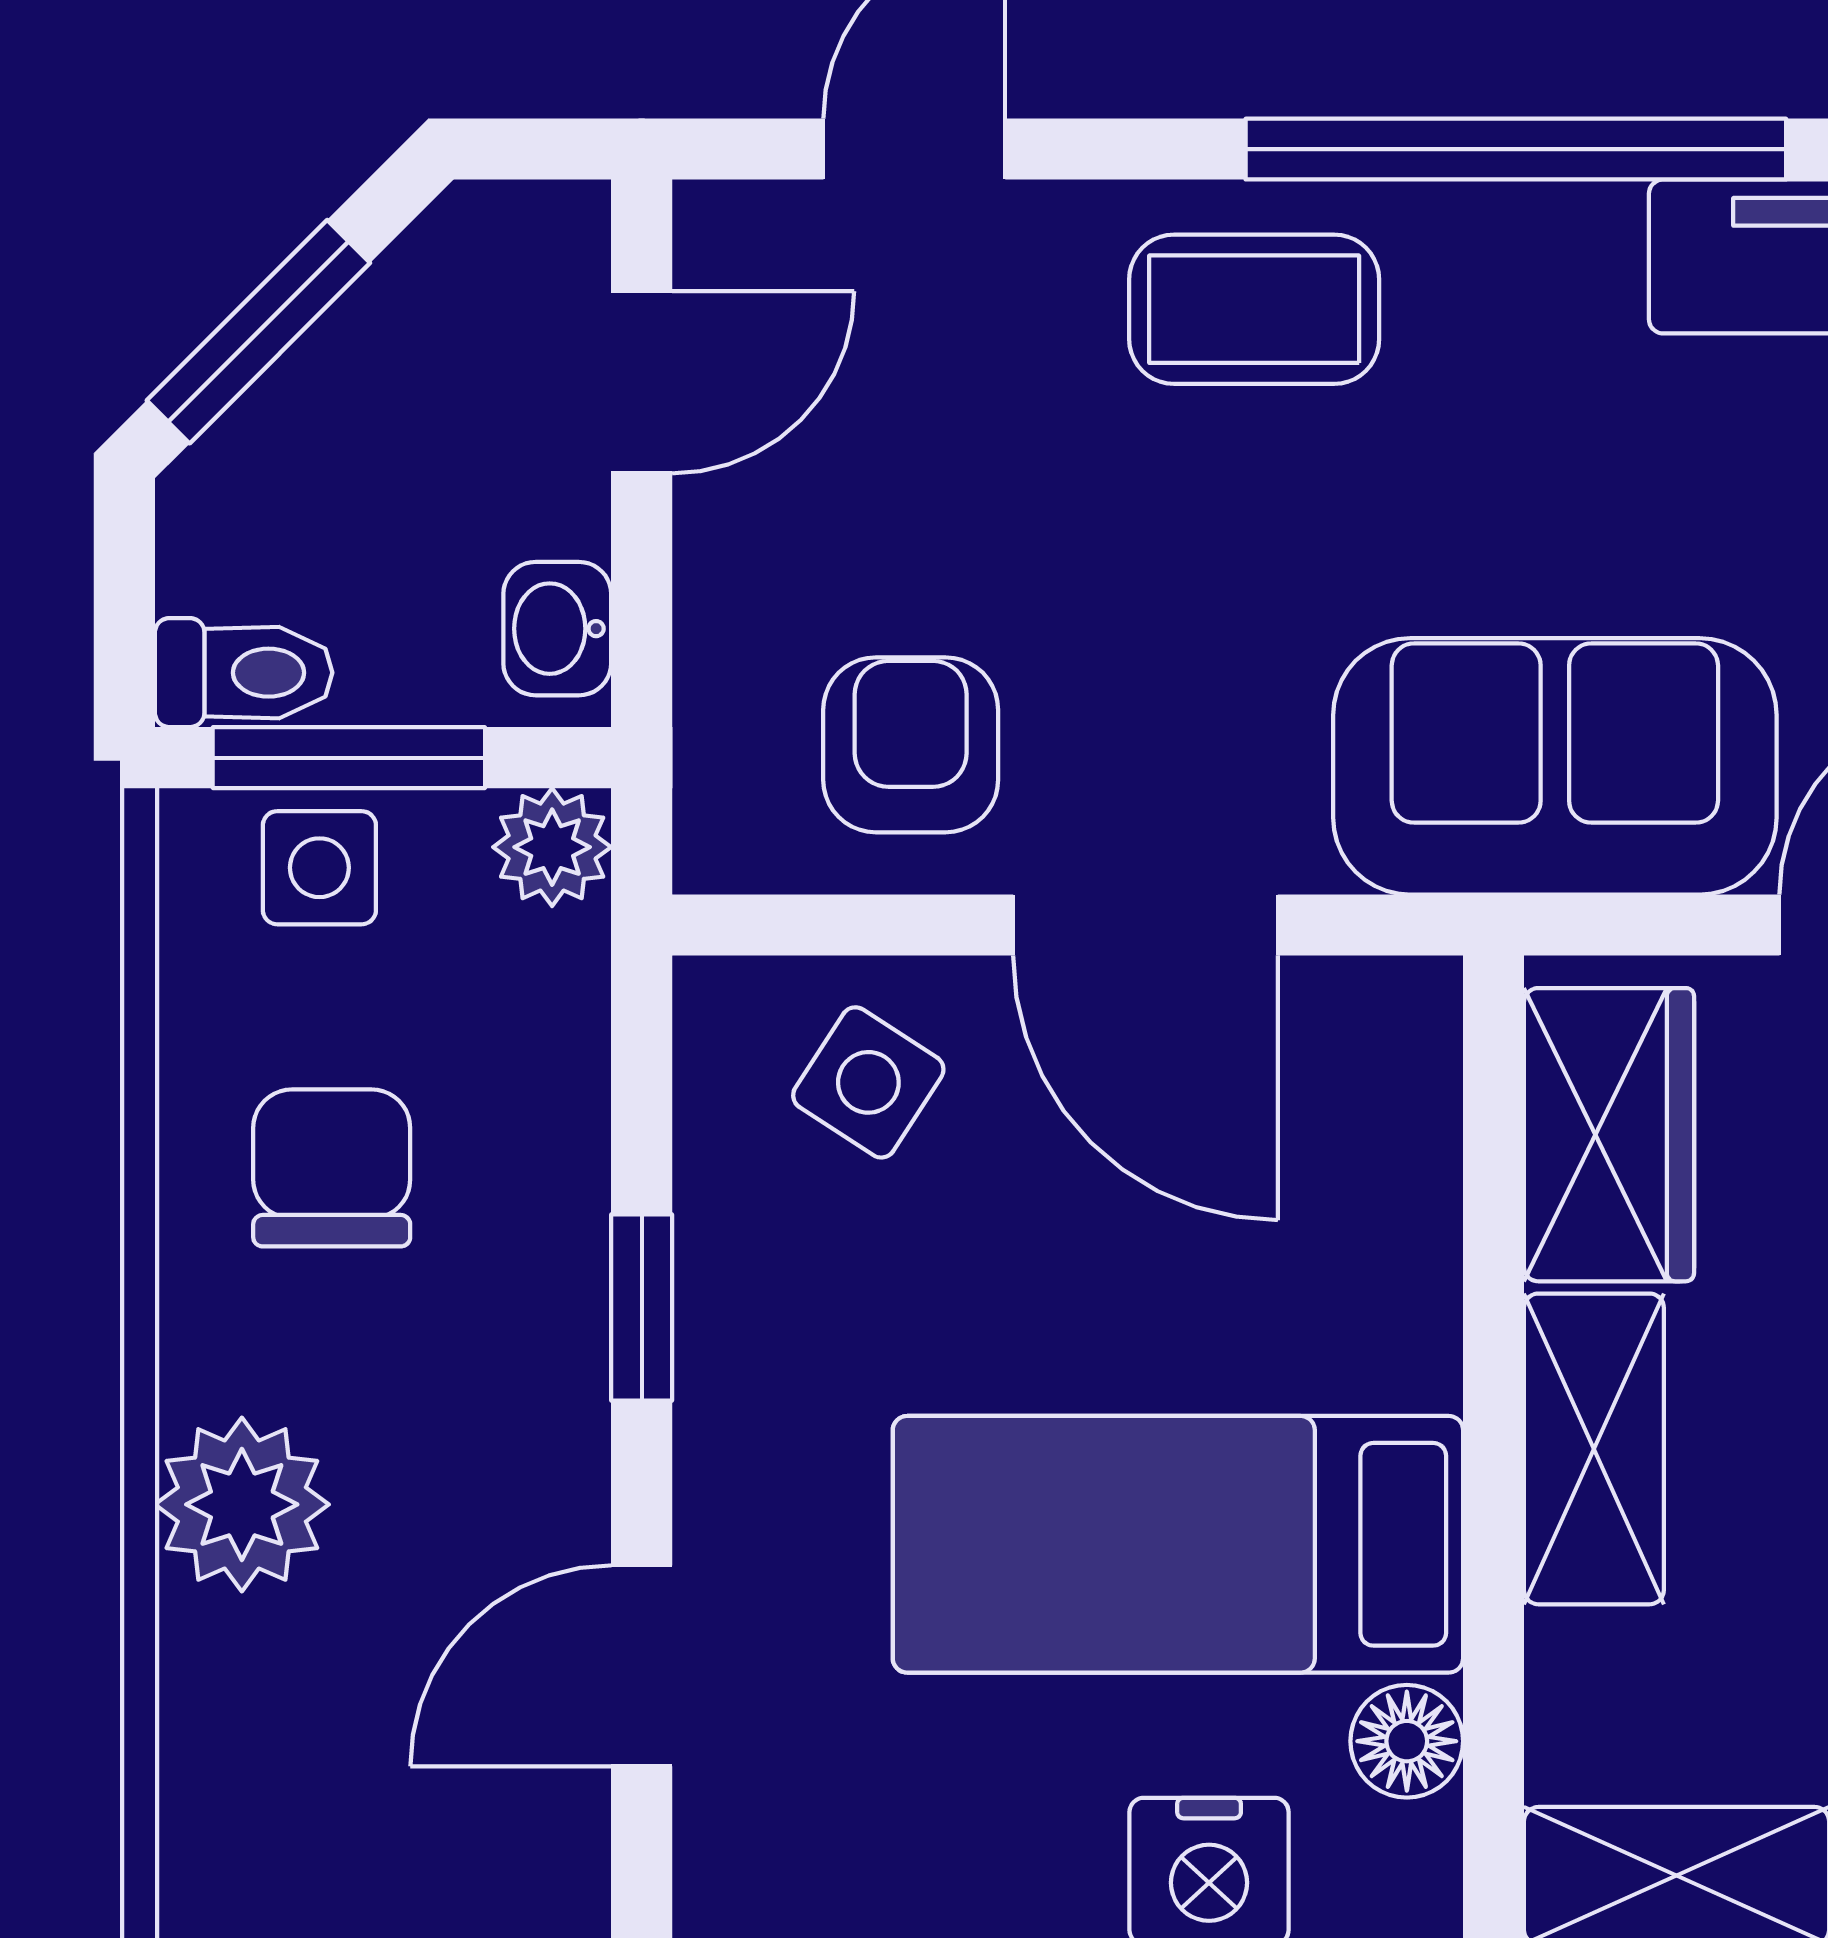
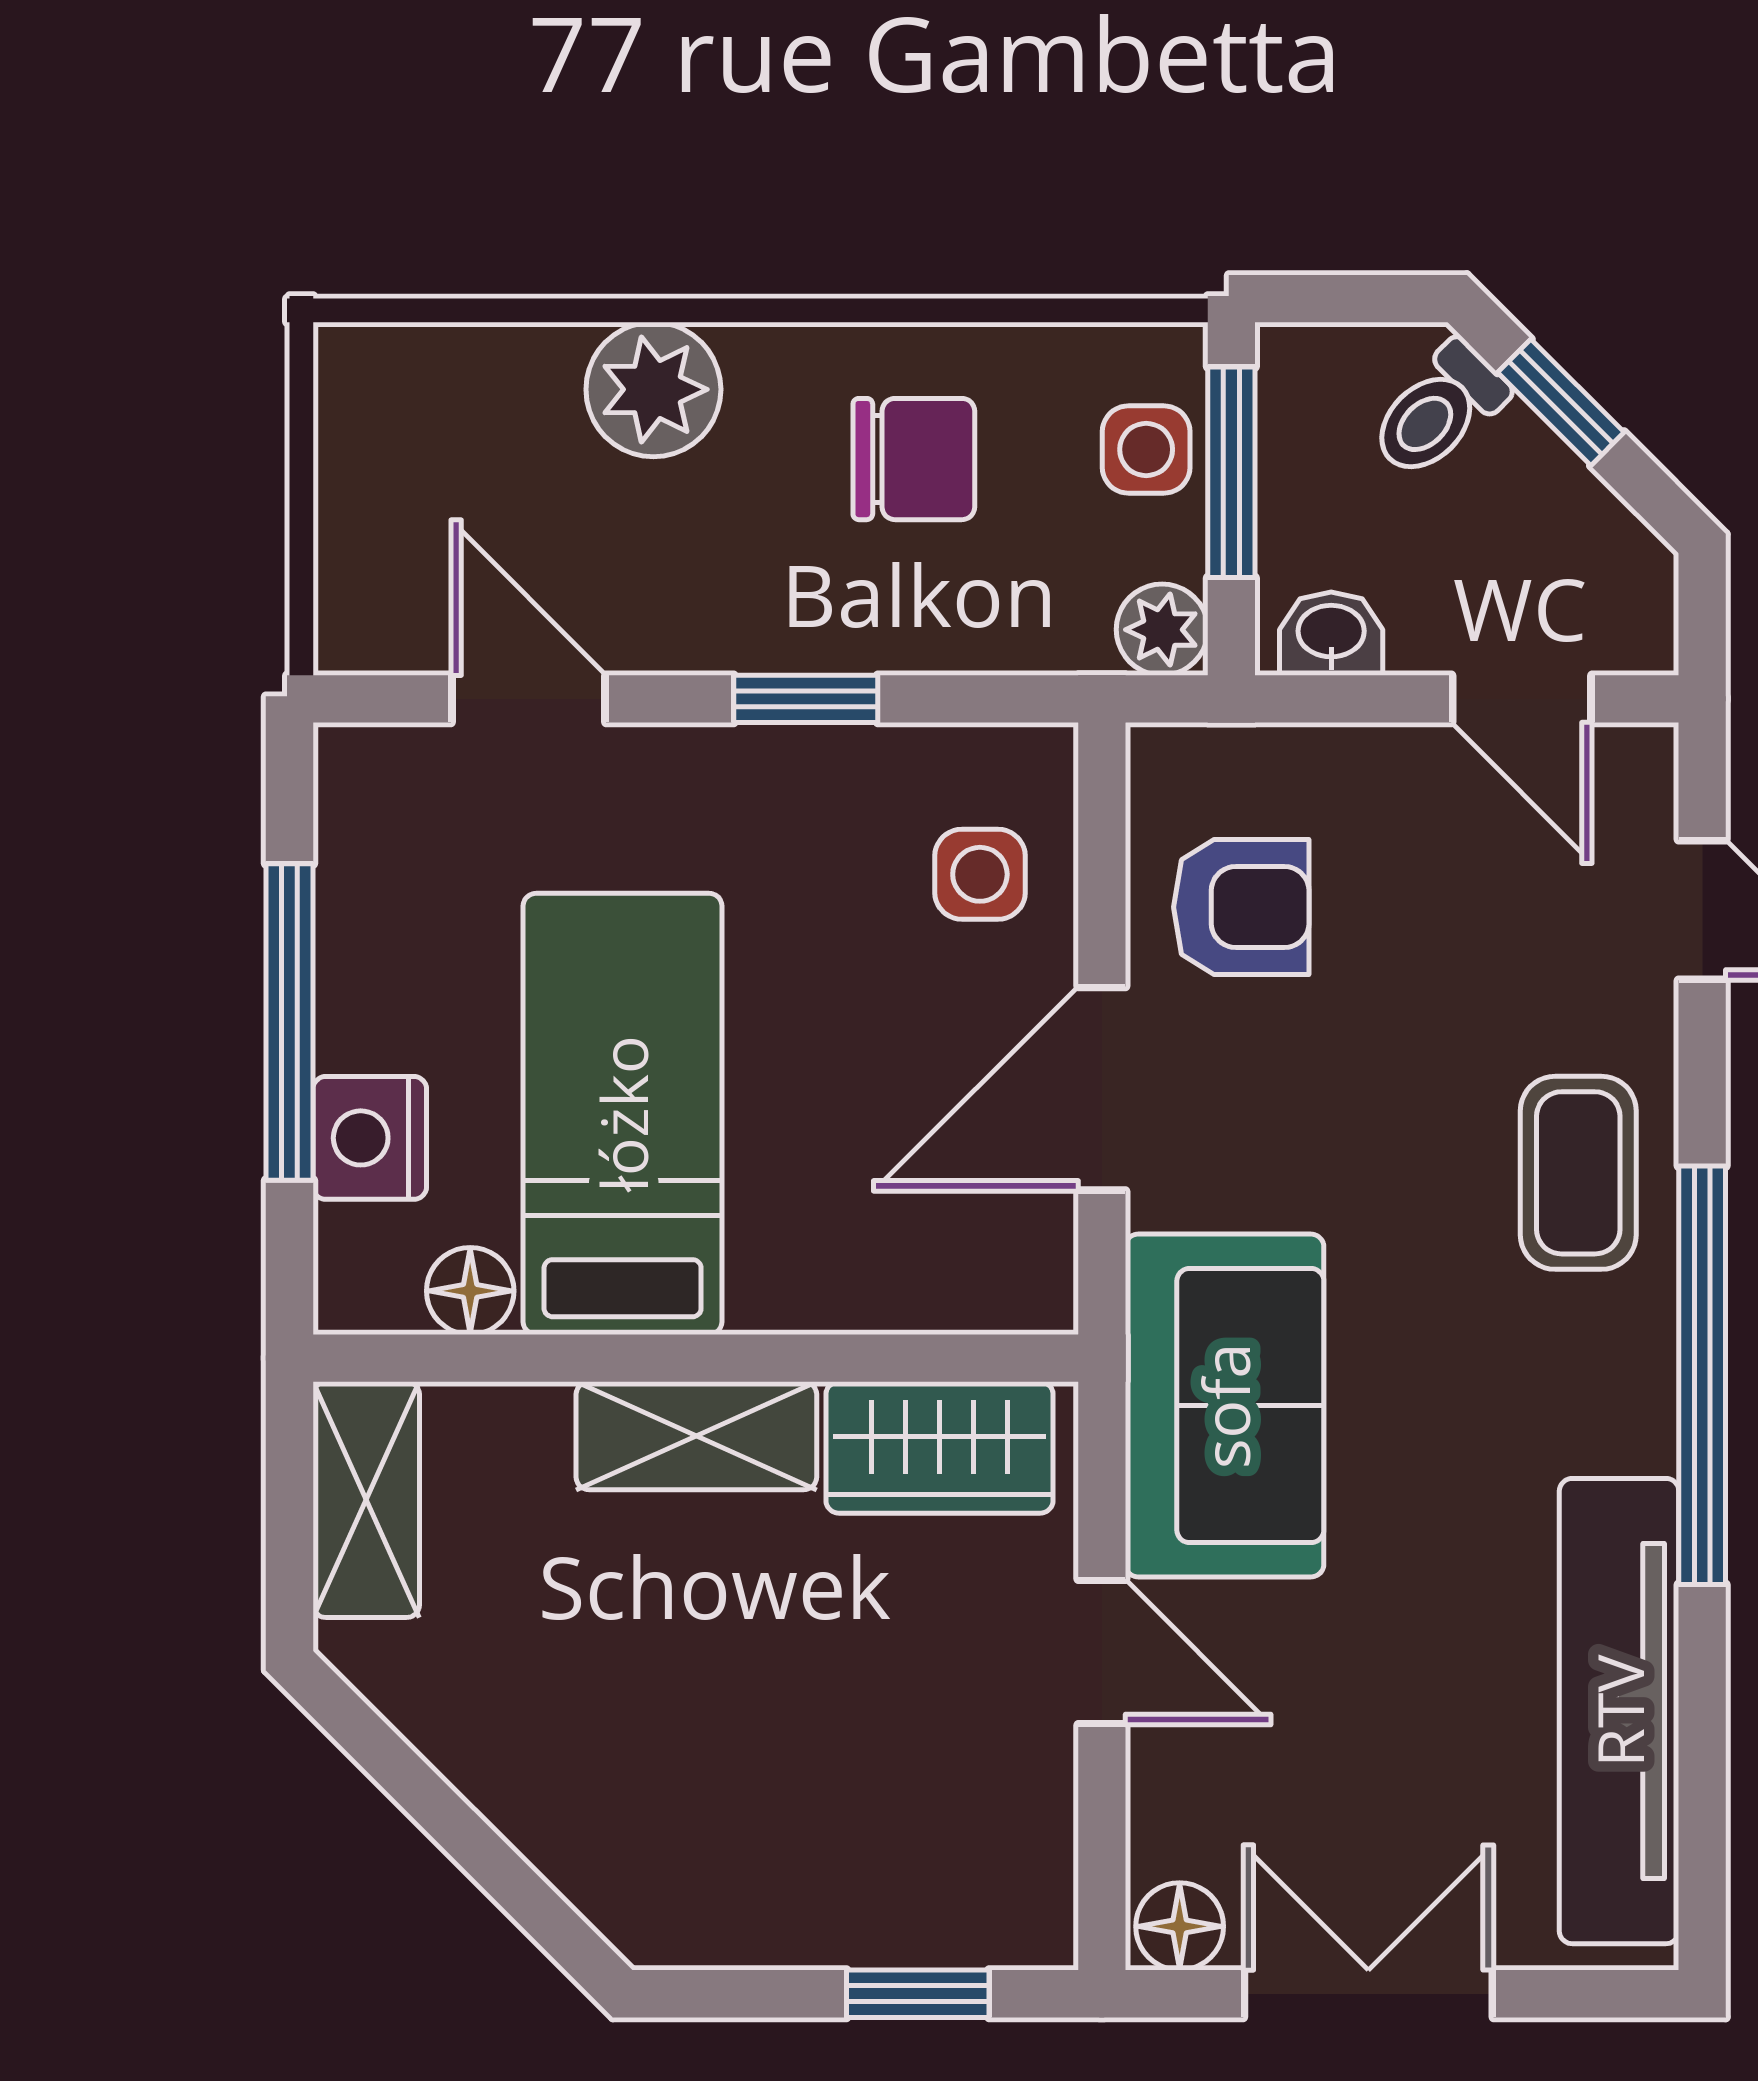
window: (258, 332) -> (1561, 402), width x0.67
toilet: (244, 673) -> (1438, 410), moved, turned 45
side table: (868, 1082) -> (980, 874), turned -33

